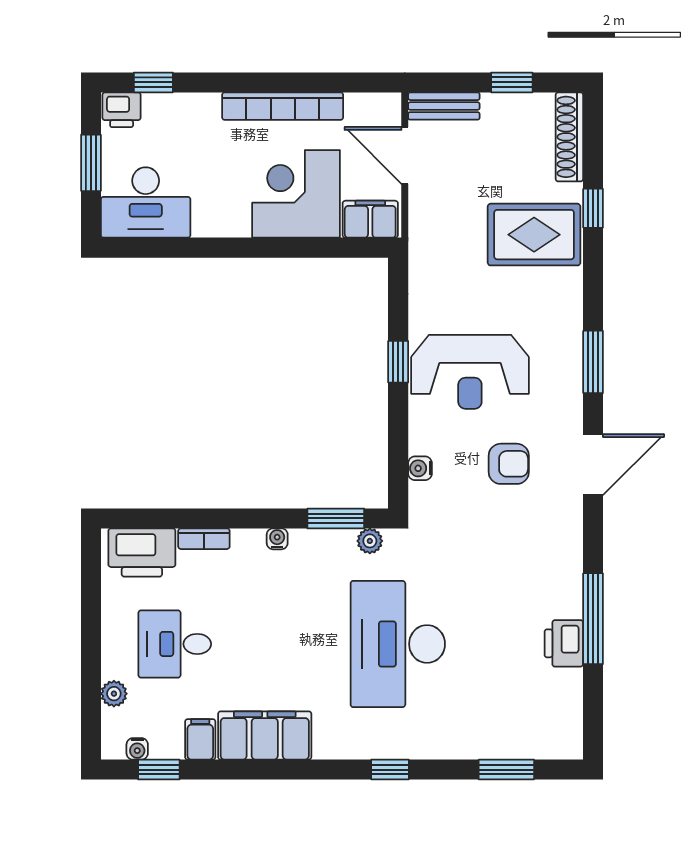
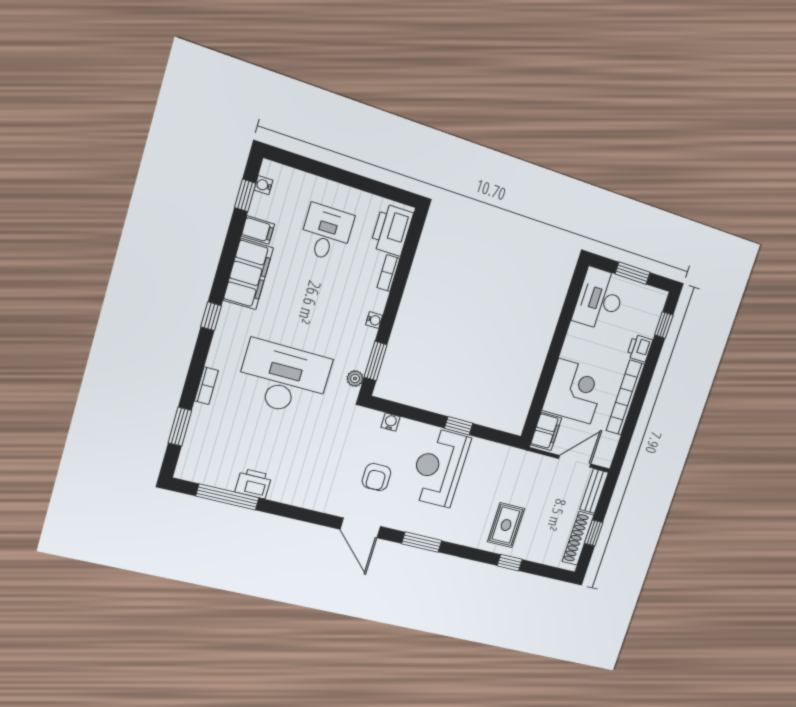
printer: (122, 110) -> (640, 348), moved
shoe rack: (569, 137) -> (578, 538), moved, turned -90
rug: (534, 235) -> (506, 525), width x0.73, depth x0.70
window: (593, 619) -> (228, 497), moved
plant: (114, 694) -> (305, 181), removed
bookcase: (438, 749) -> (206, 386), added
window: (390, 770) -> (211, 316), moved

